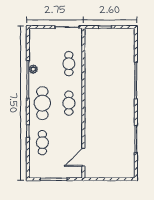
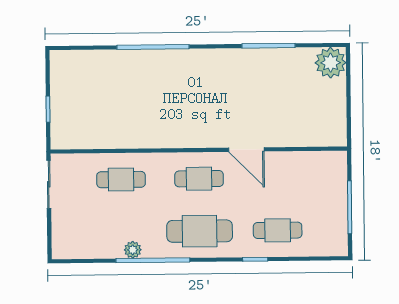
door: (83, 157) -> (246, 150), moved
plant: (127, 170) -> (331, 63), added

